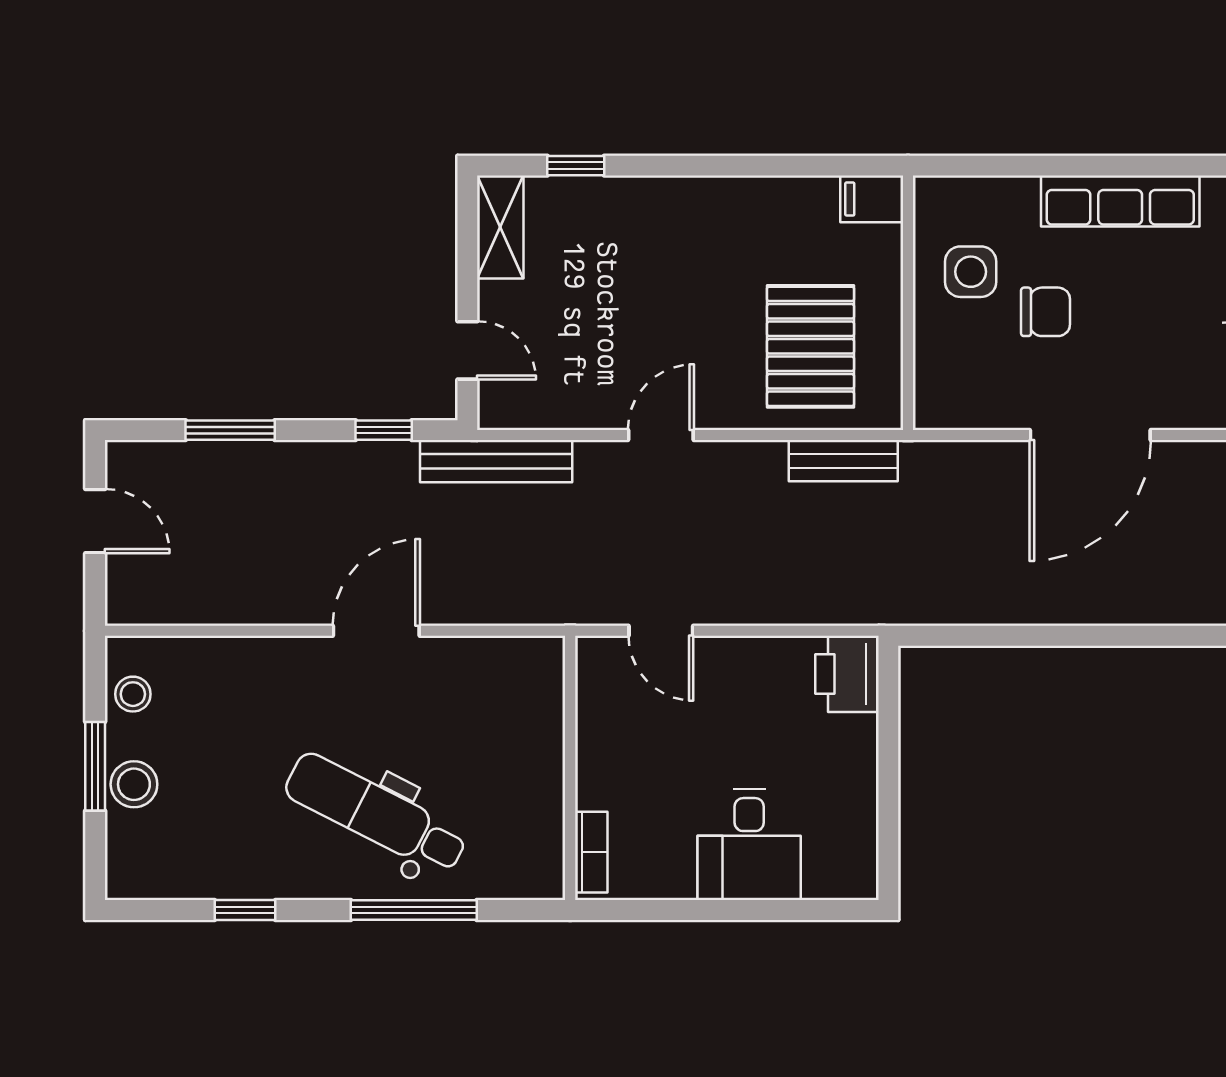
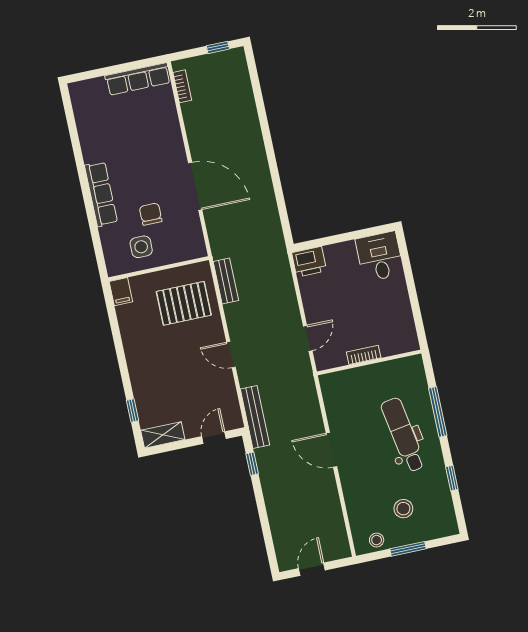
window: (230, 430) -> (265, 524), removed
stool: (134, 784) -> (403, 509), moved
dental chair: (376, 814) -> (403, 435), turned 143
desk: (749, 845) -> (380, 257), moved, turned -90
bookcase: (591, 852) -> (364, 355), moved

